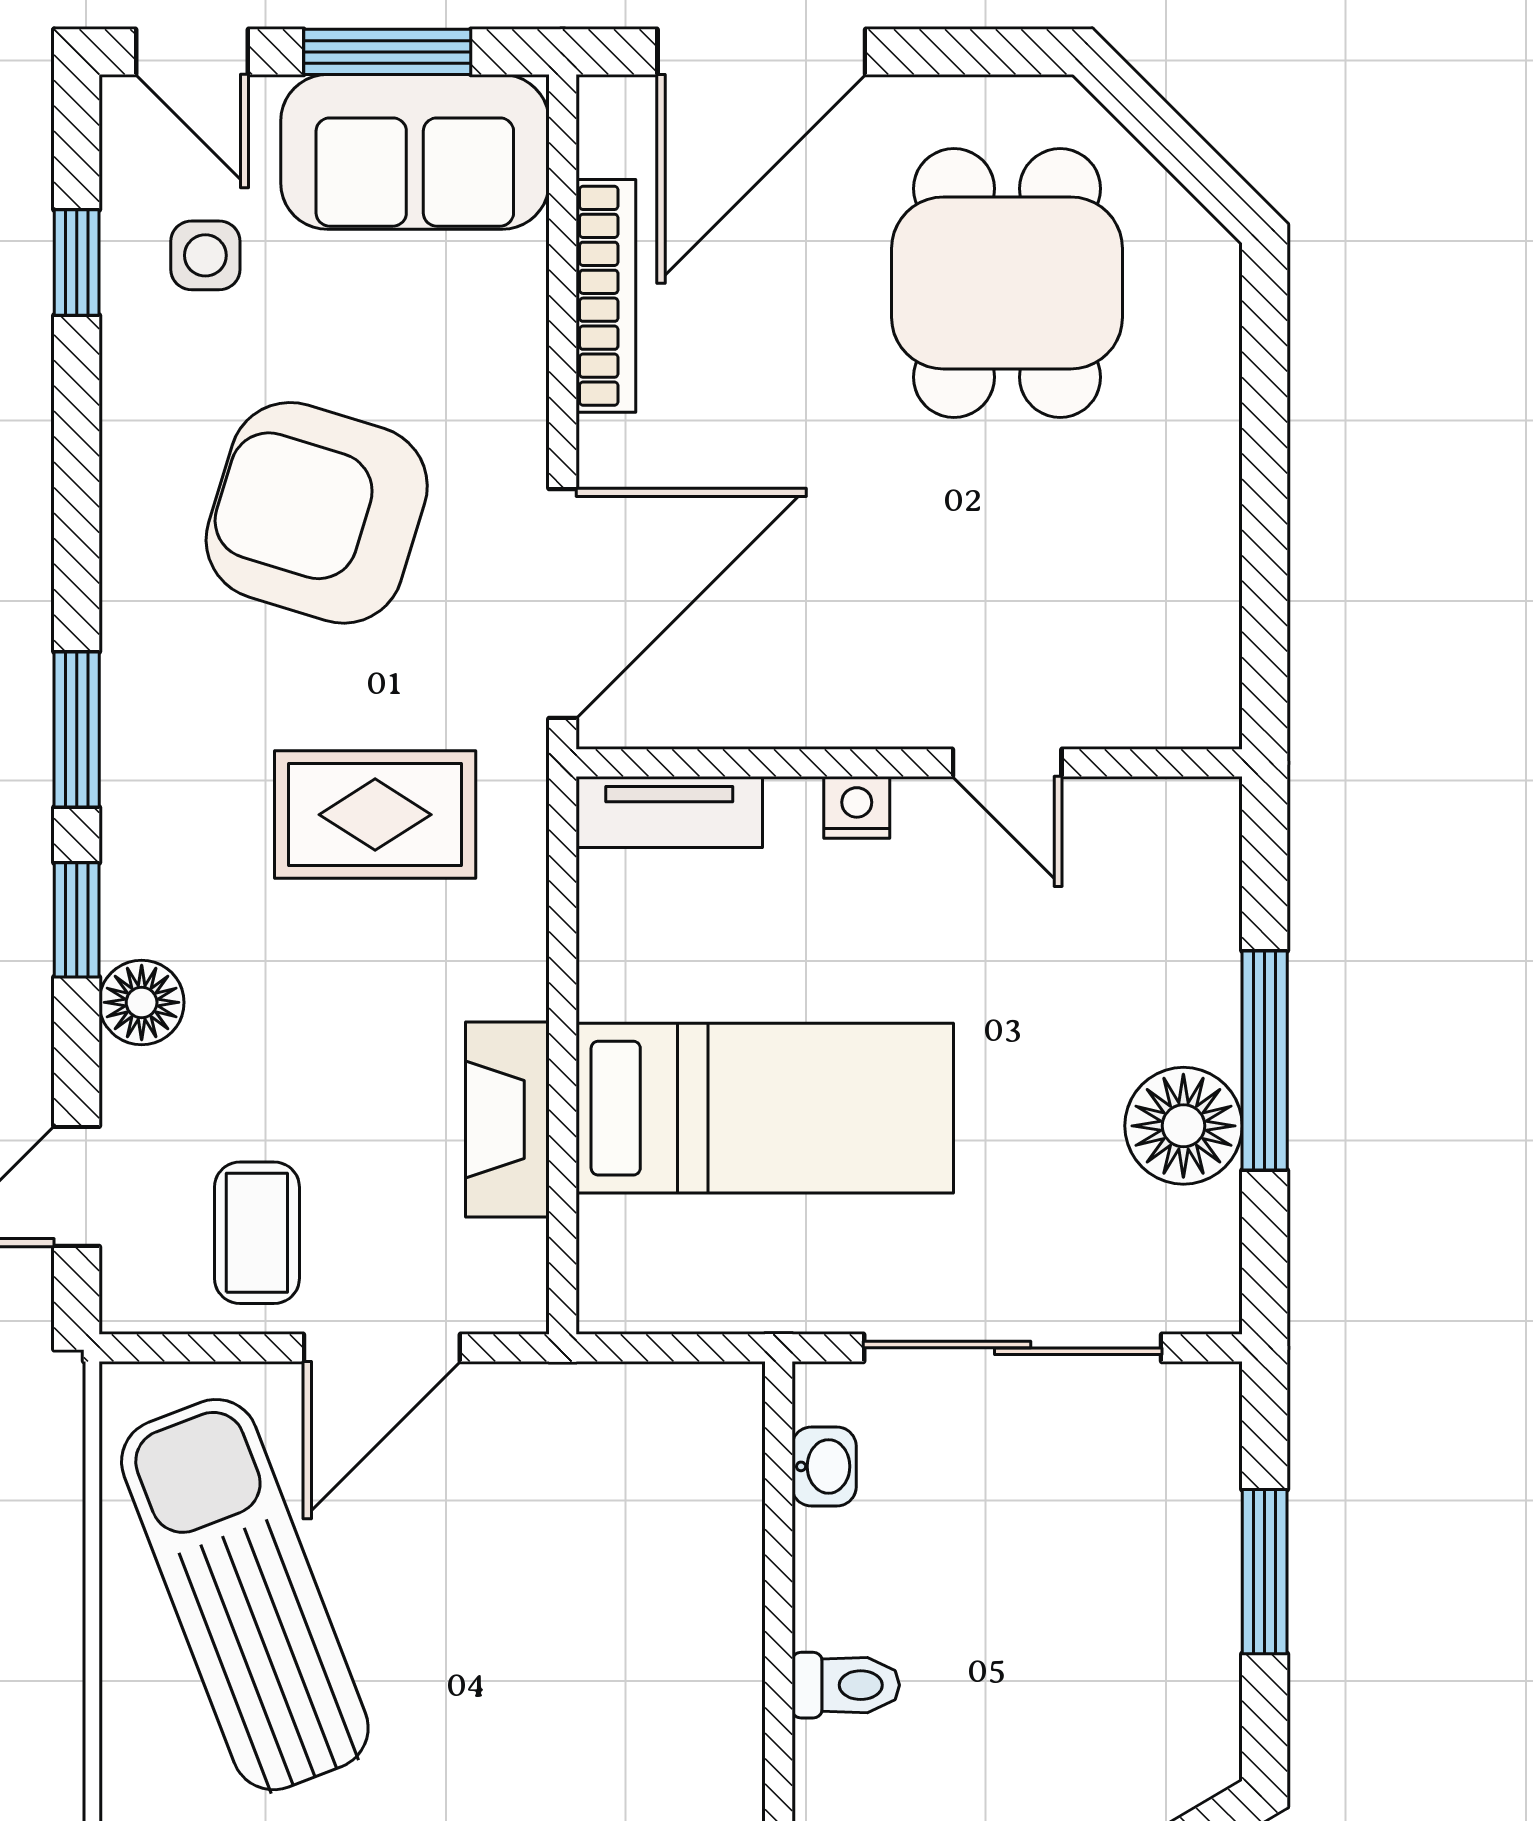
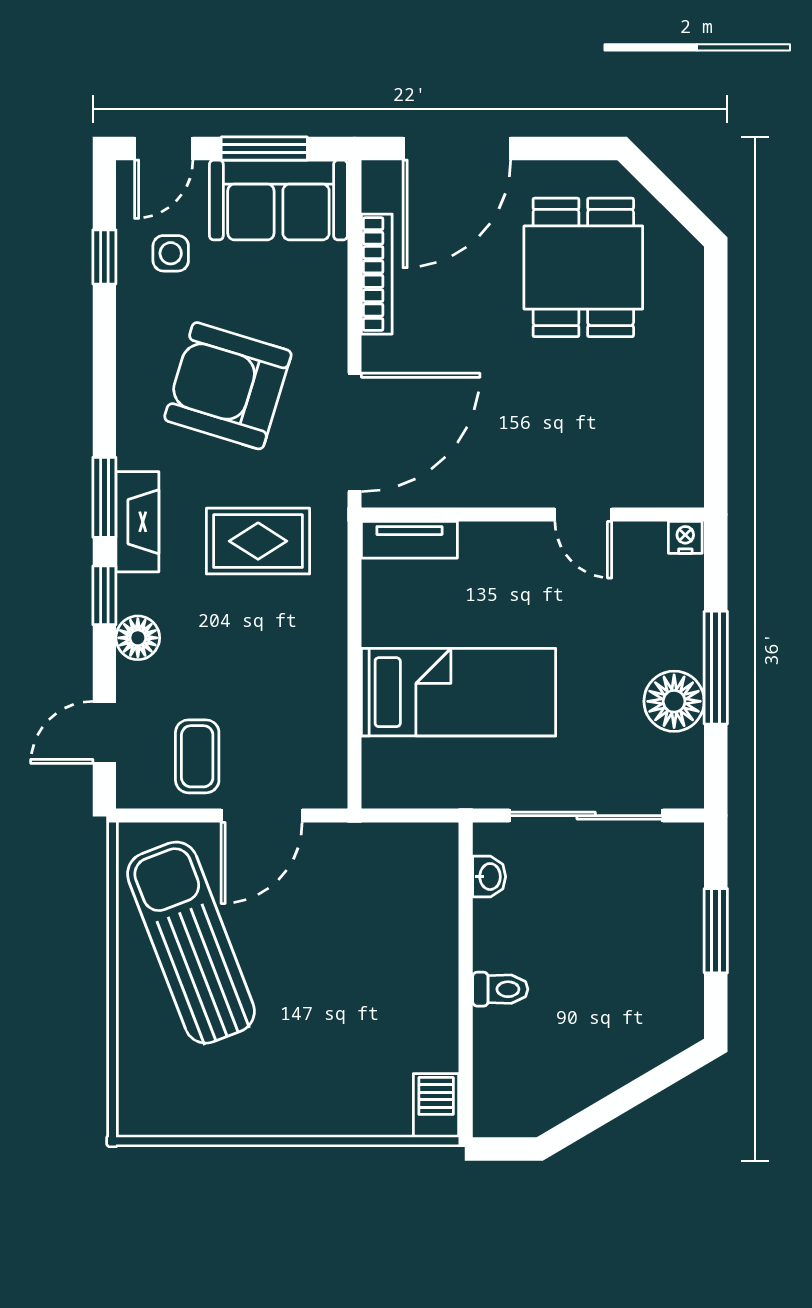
door: (192, 52) -> (164, 149), hinge flipped
nightstand: (857, 807) -> (685, 537), moved
fireplace: (507, 1120) -> (137, 522), moved, turned 180

